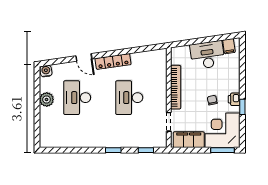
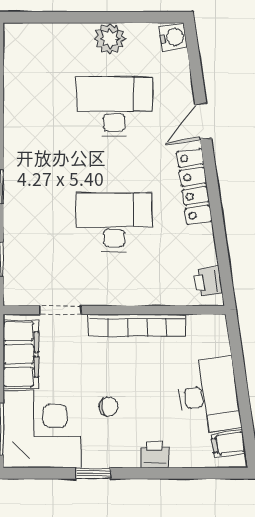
printer: (156, 55) -> (208, 282), added
printer: (234, 99) -> (154, 455), moved

